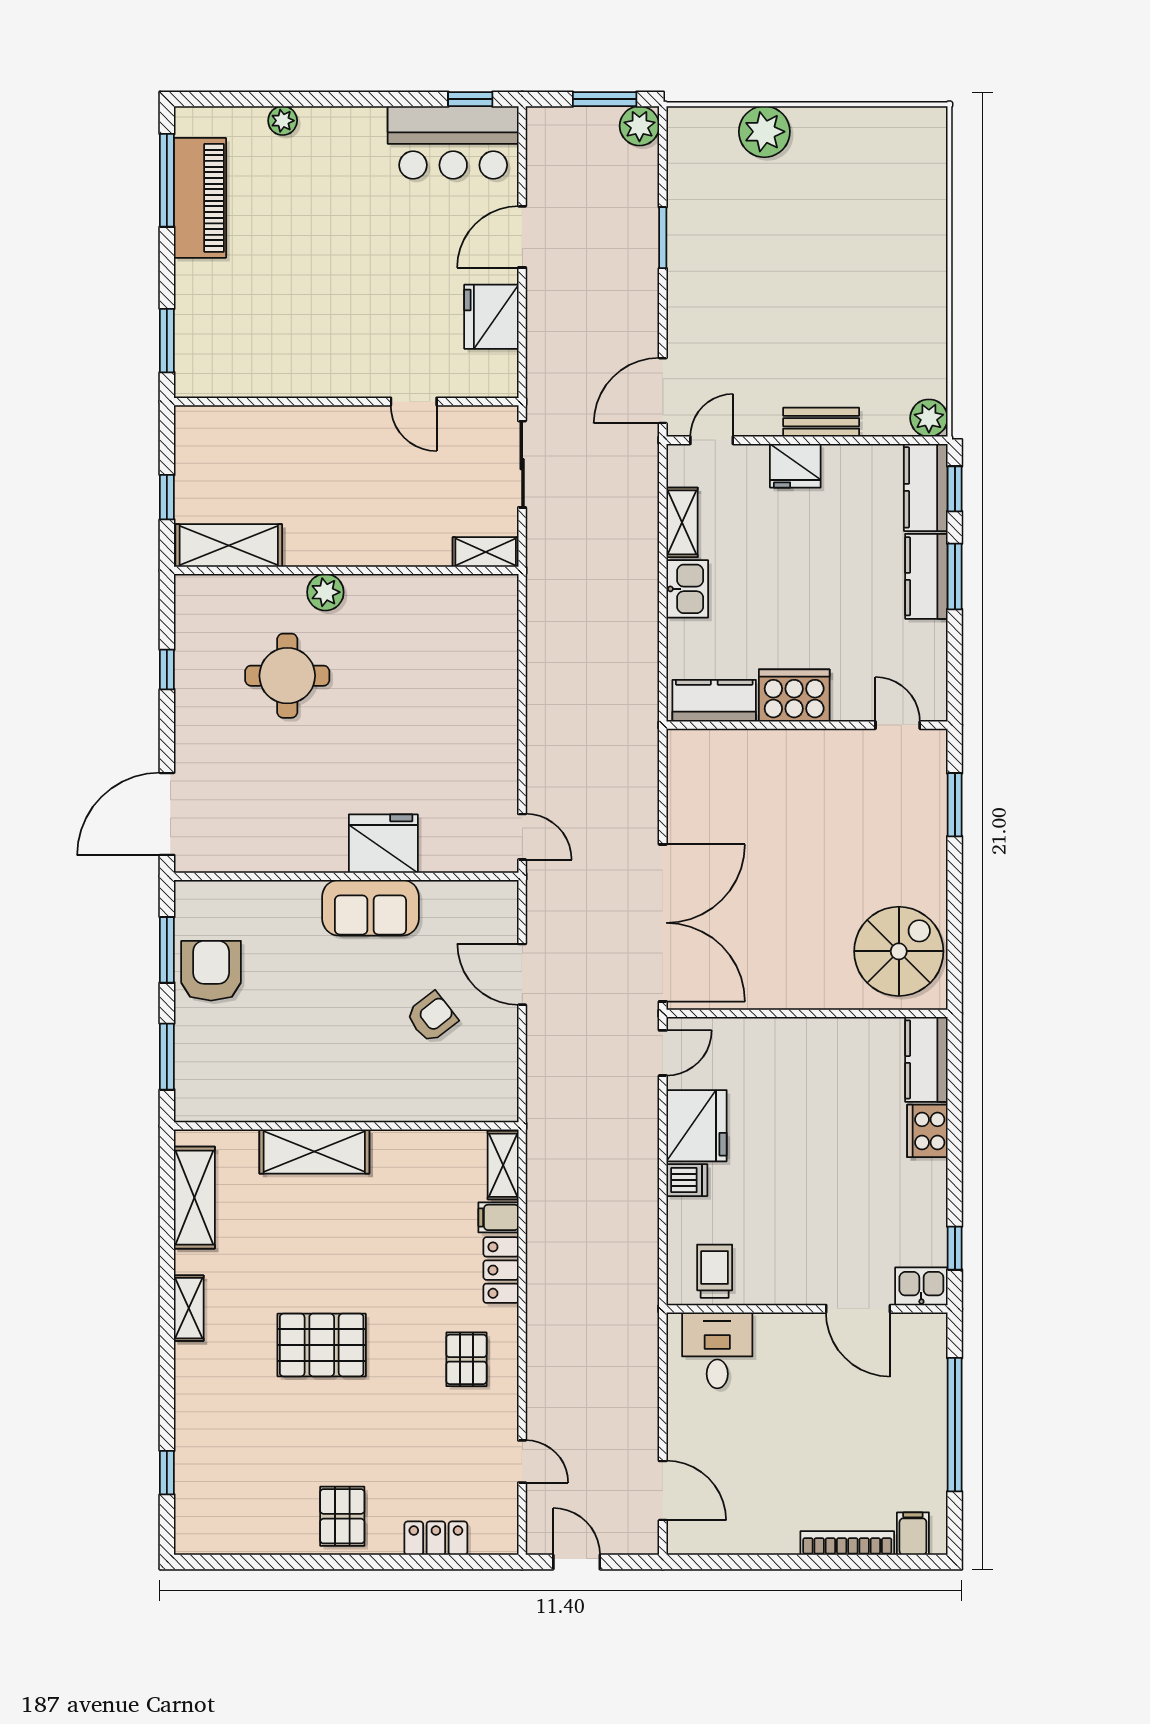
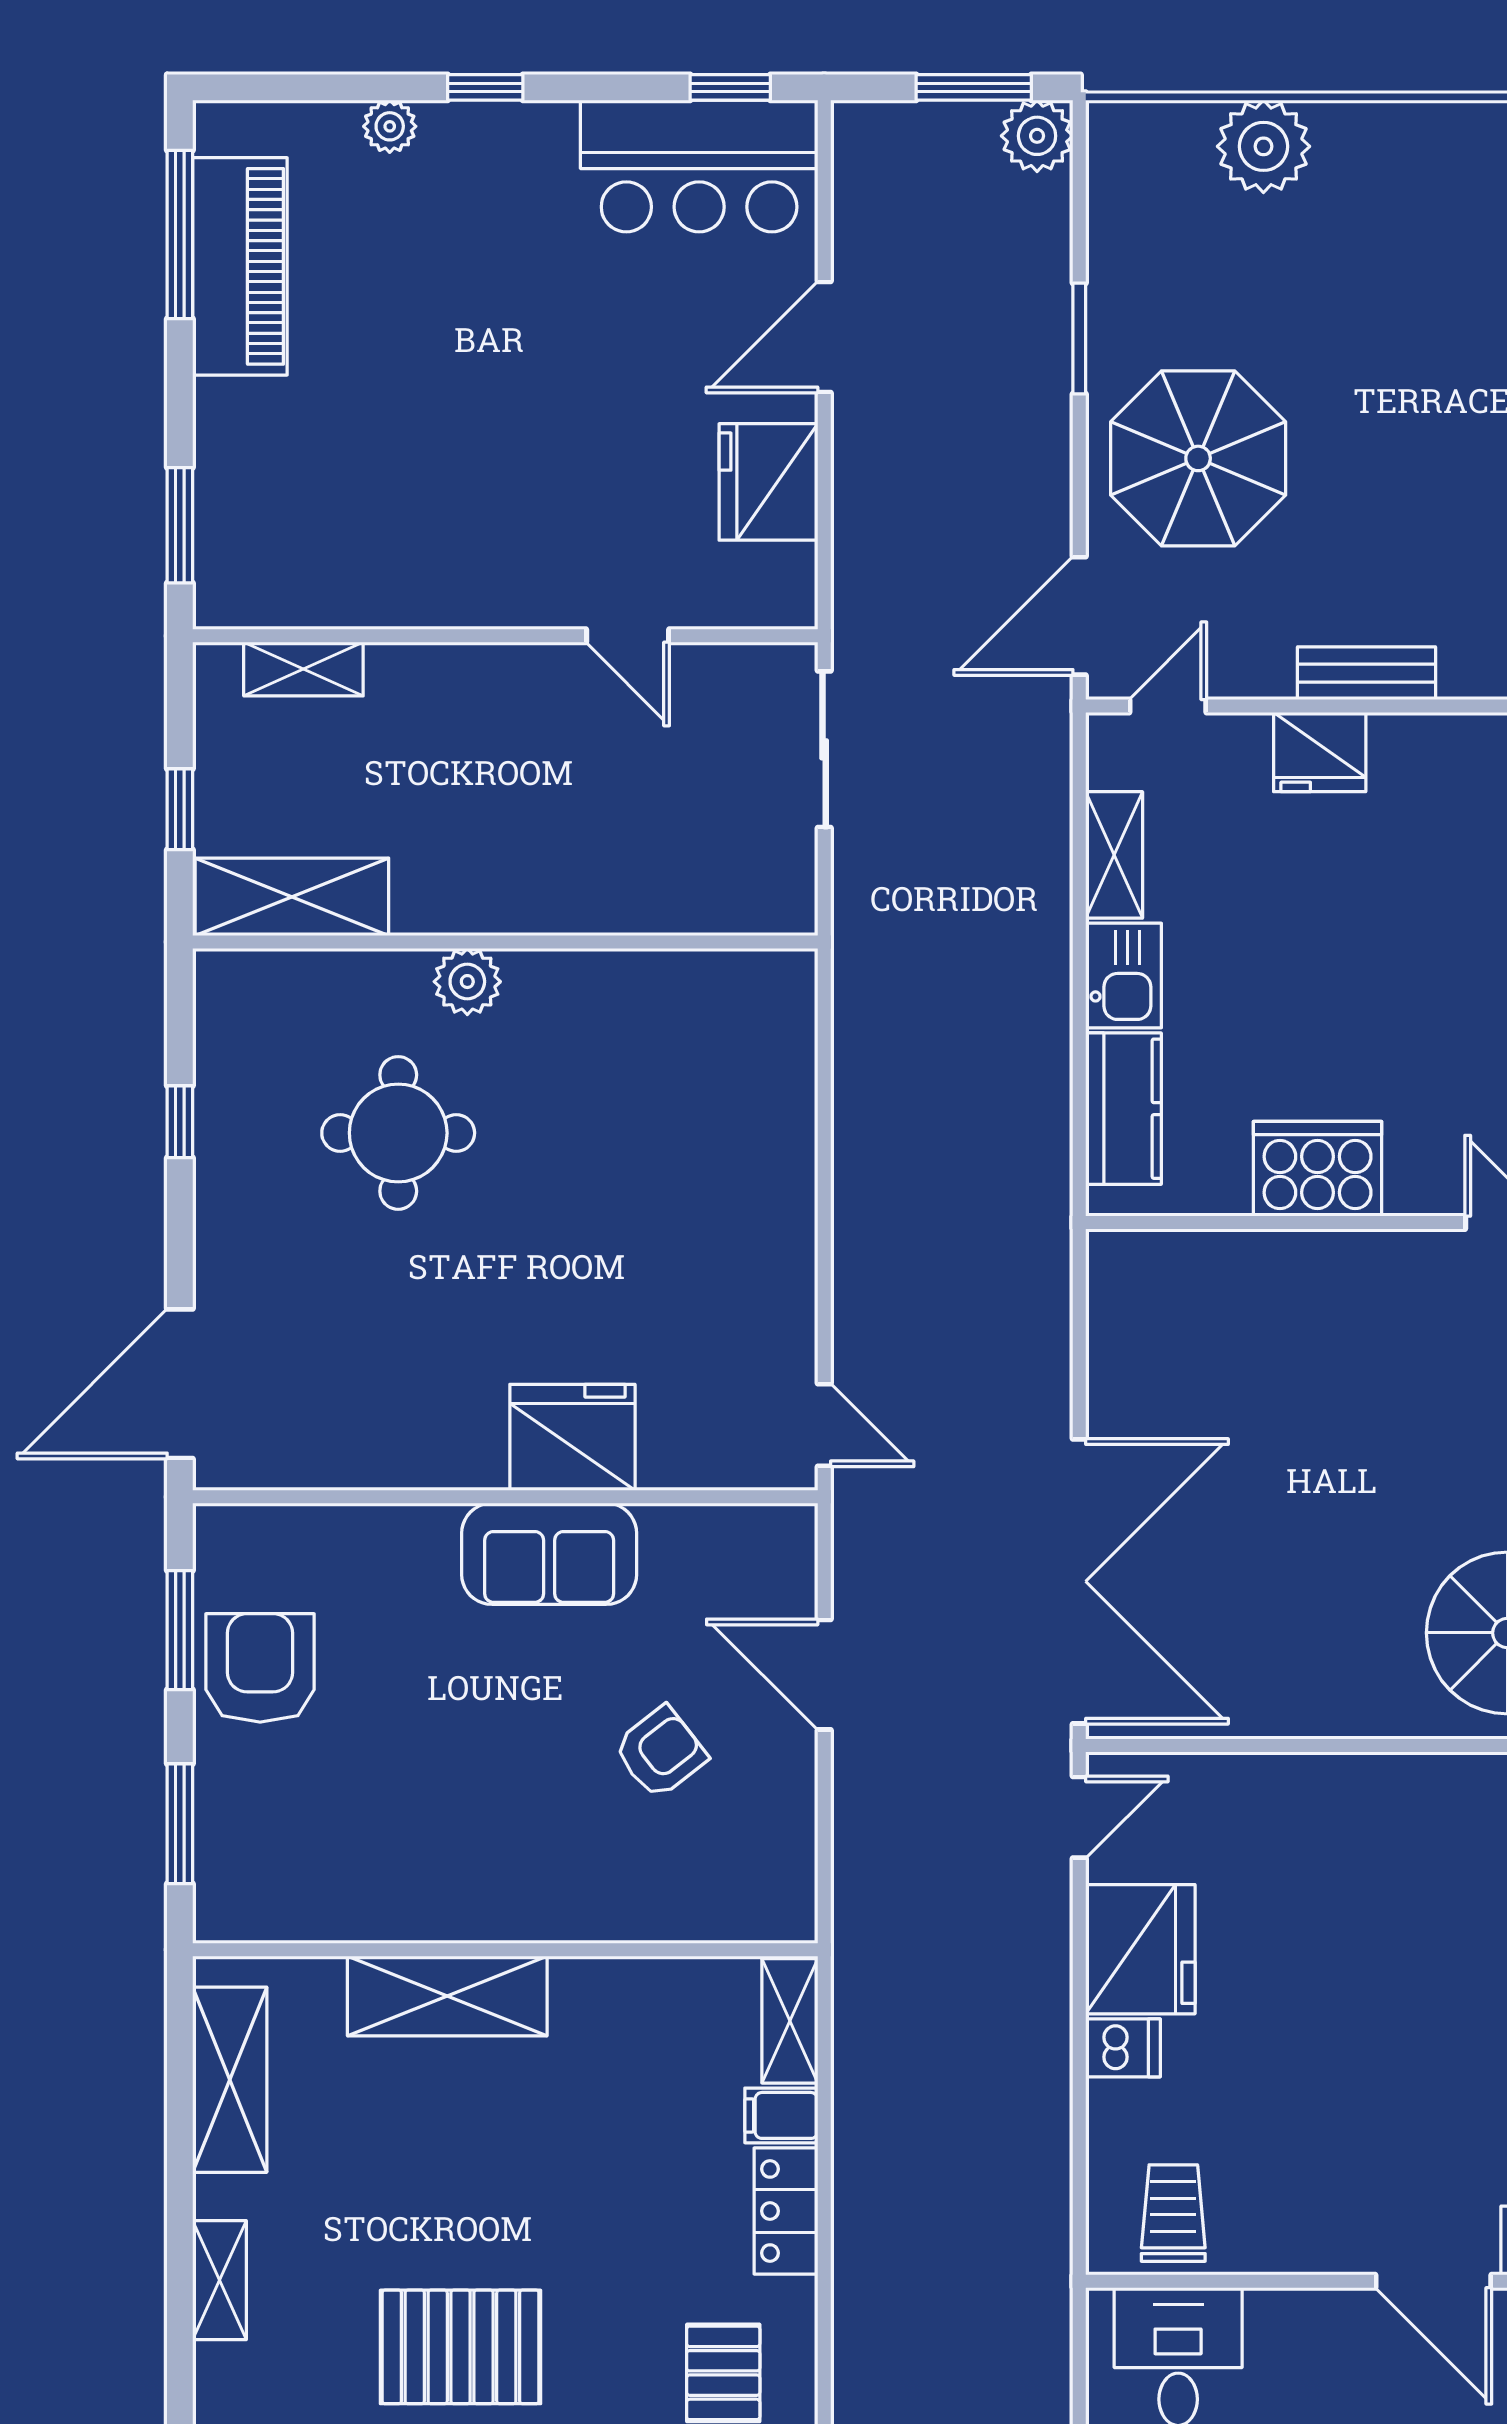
window: (335, 99) -> (485, 87), added
parasol: (728, 304) -> (1198, 458), added
shelving: (486, 552) -> (303, 669), moved
kitchen counter: (714, 701) -> (1123, 1109), moved, turned 90

